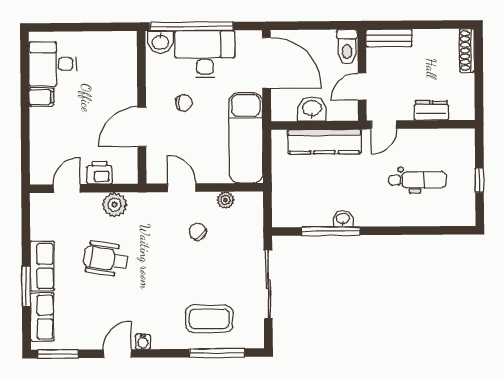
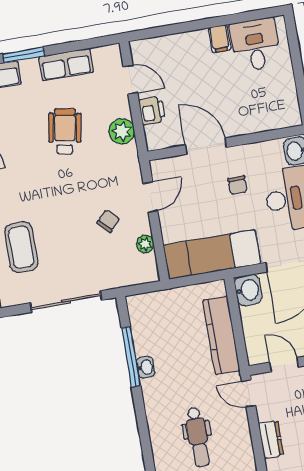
washbasin: (312, 109) -> (248, 290), moved
row of seats: (42, 266) -> (66, 64), moved

